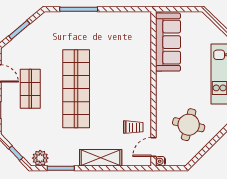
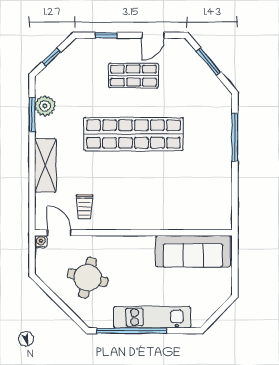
plant: (40, 158) -> (45, 106), moved

